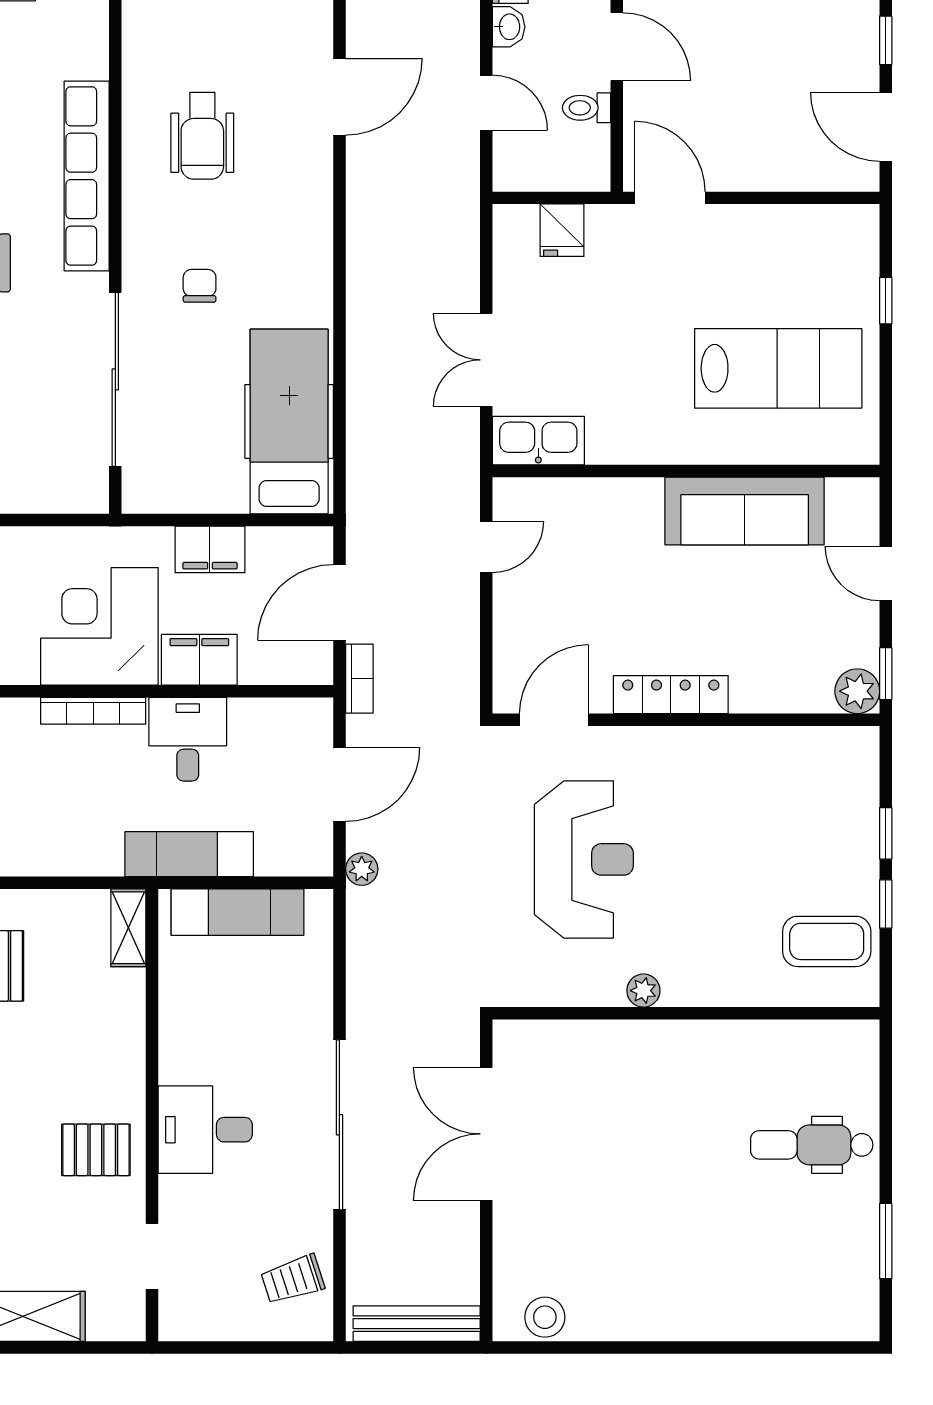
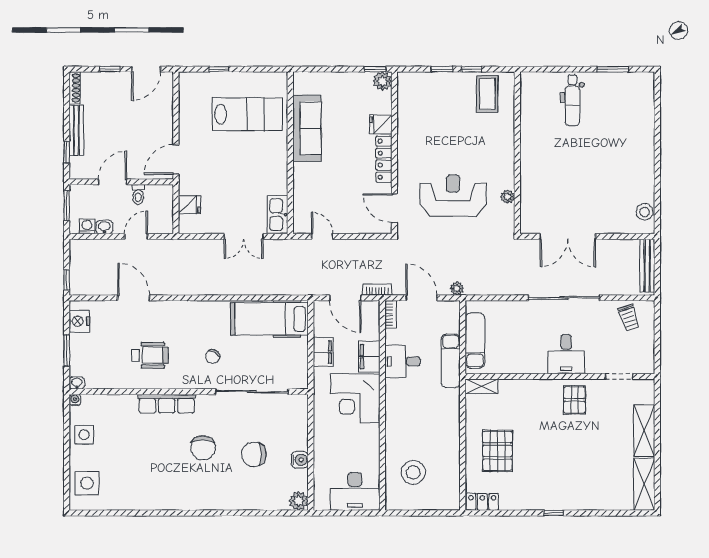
row of seats: (87, 176) -> (167, 404), width x0.73
chair: (200, 286) -> (213, 356), turned -59
lab bench: (778, 368) -> (247, 114), turned 90
door: (886, 573) -> (333, 69), removed
fridge: (754, 687) -> (381, 124), added
bookcase: (93, 711) -> (391, 315), moved, width x0.64
plant: (643, 991) -> (508, 197), moved

